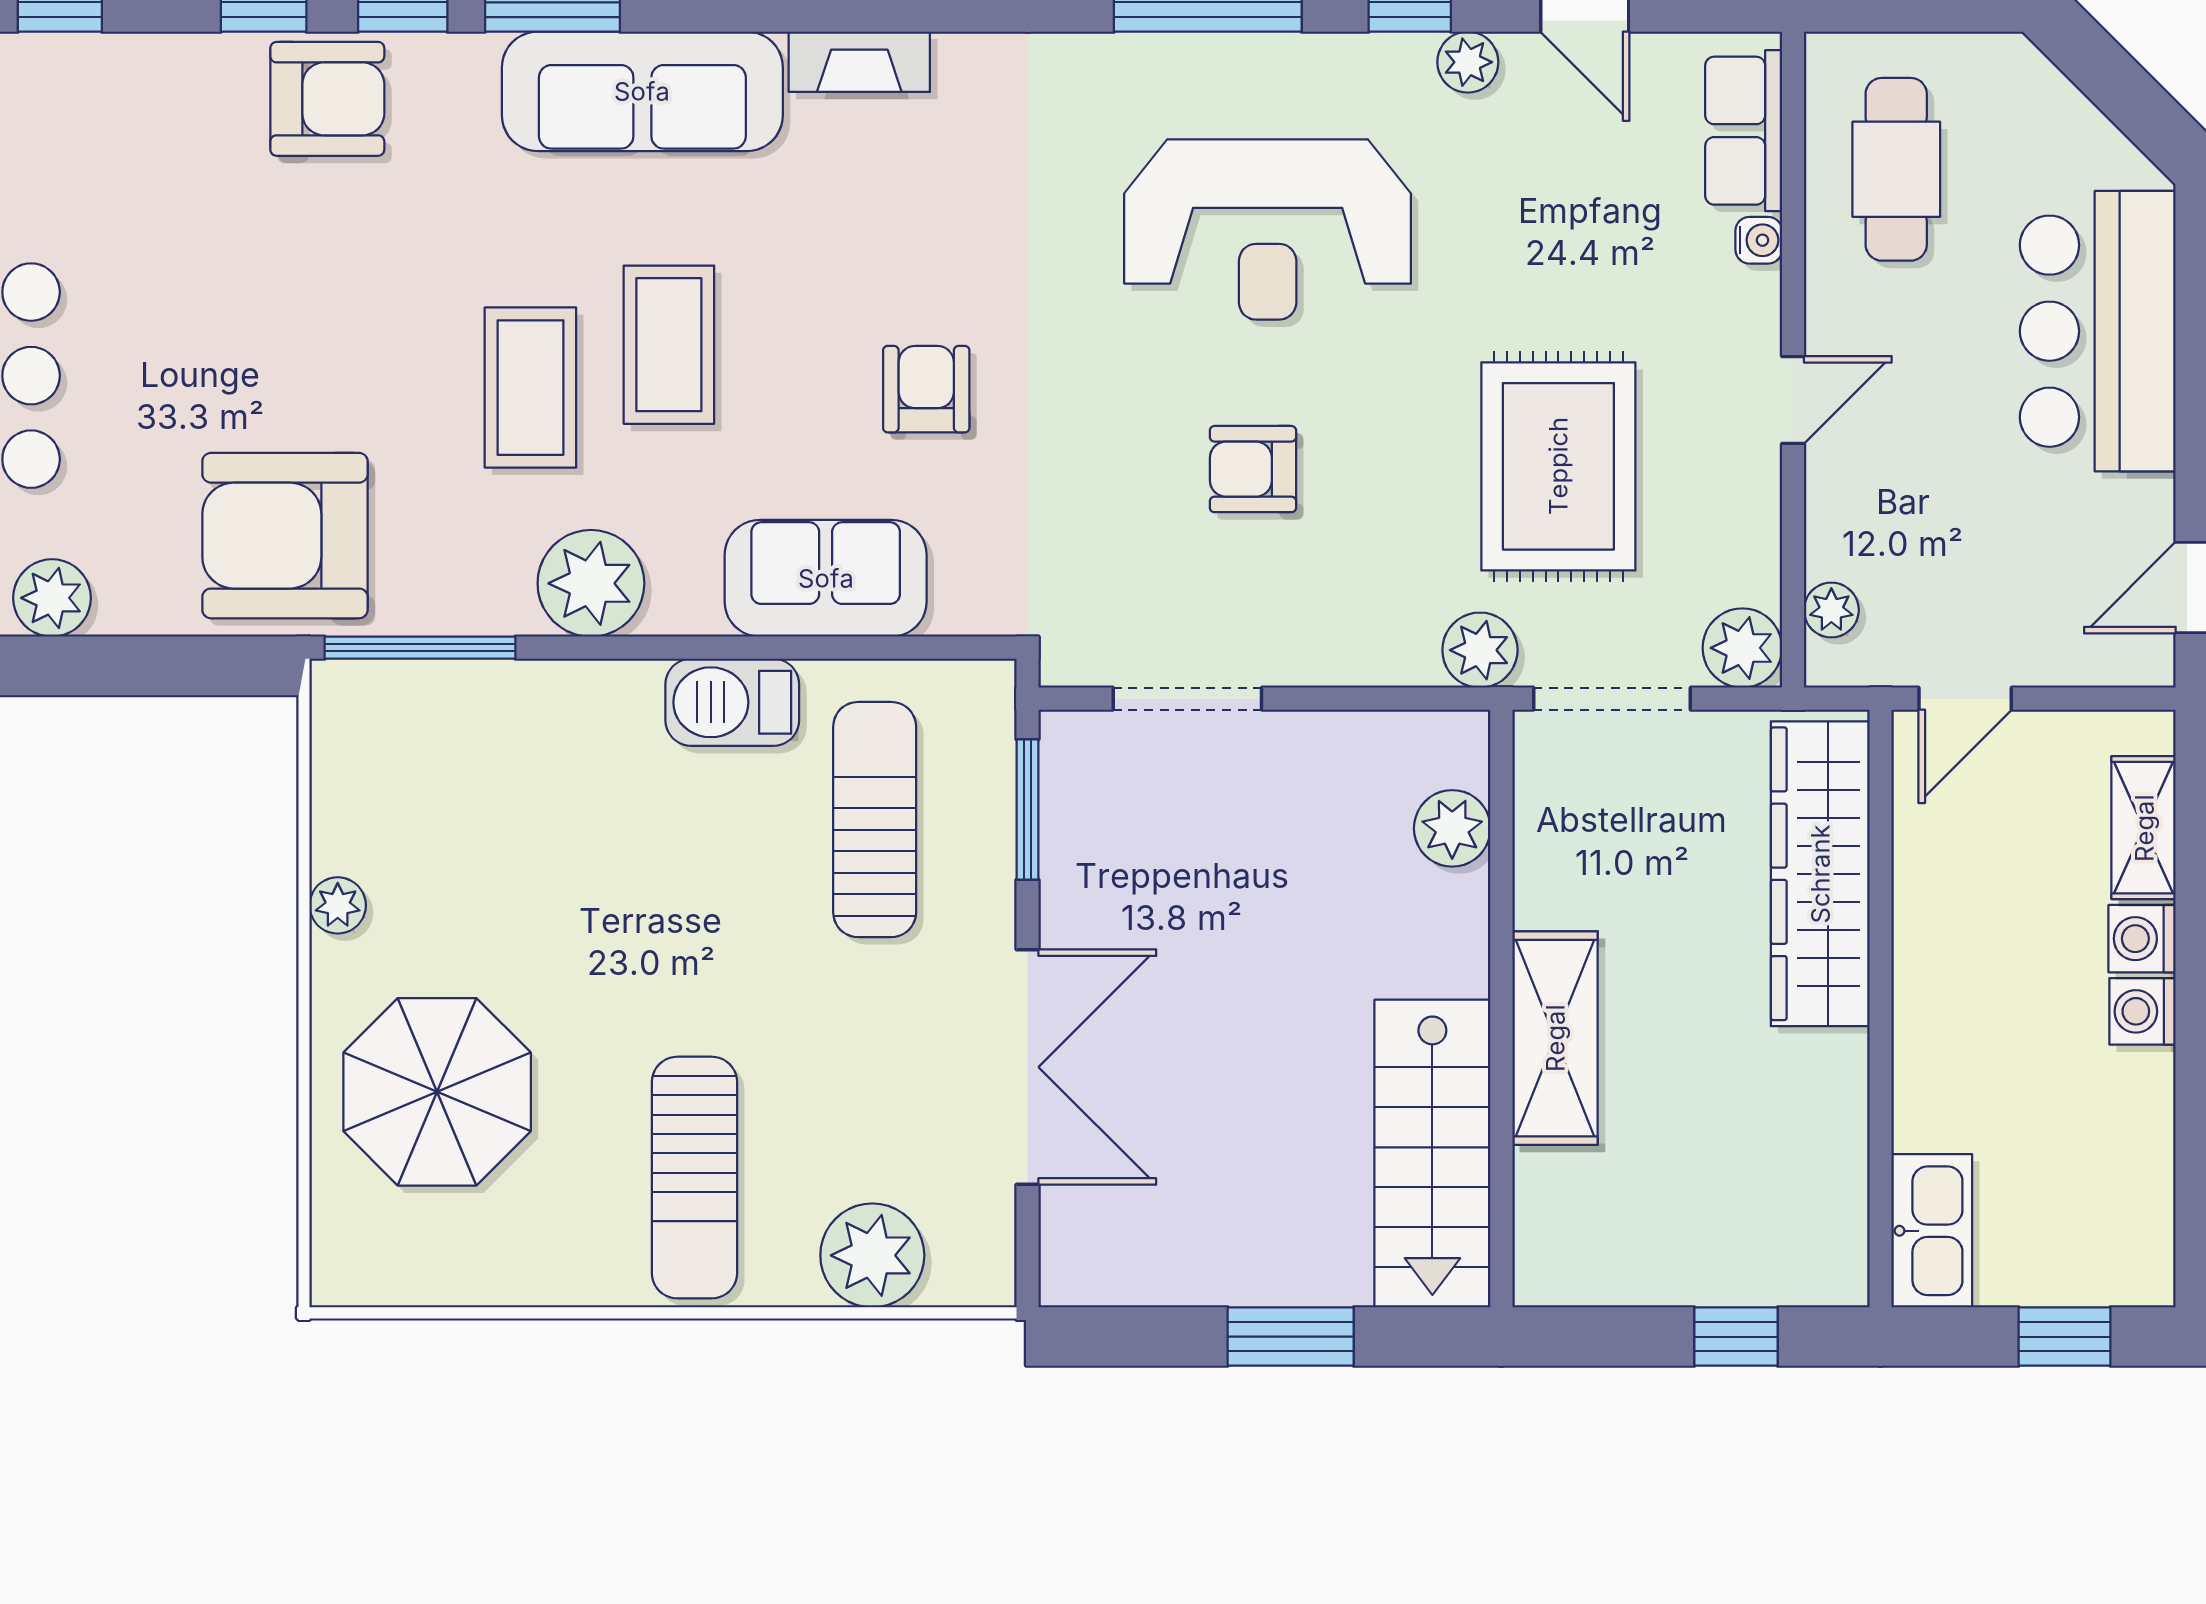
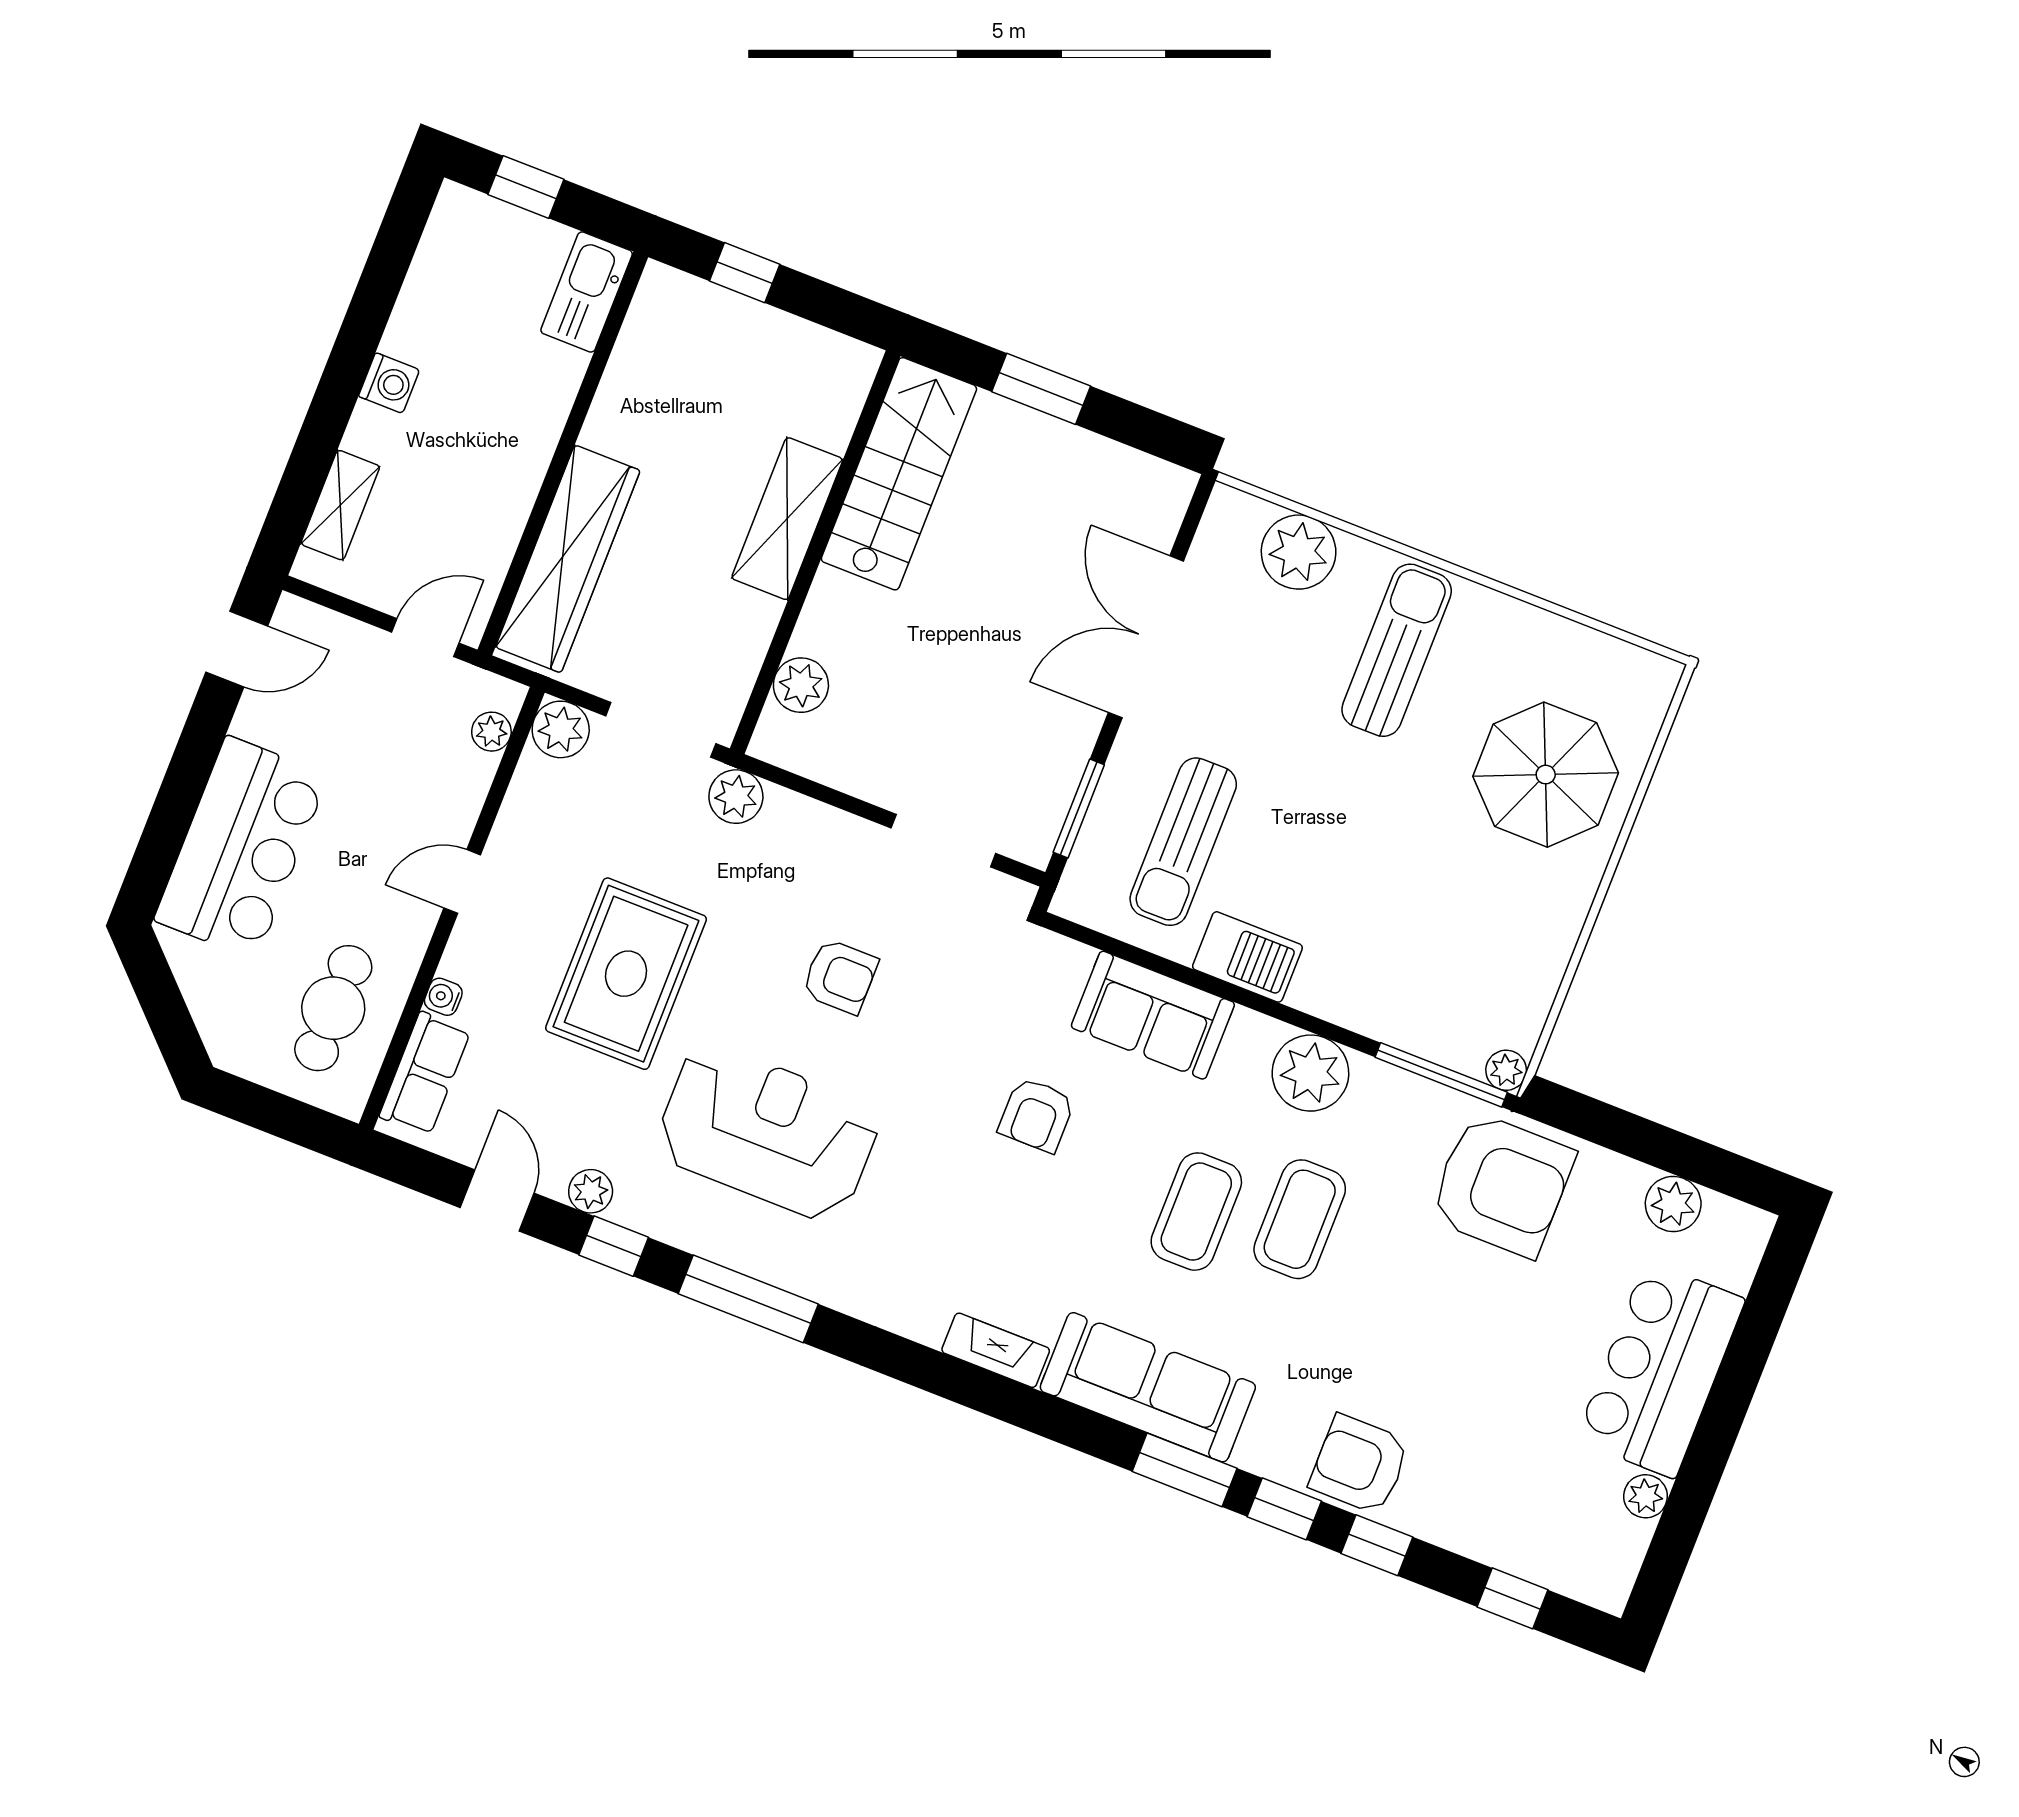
rug: (1558, 466) -> (626, 974), moved
plant: (338, 905) -> (1506, 1070), moved
washing machine: (2142, 939) -> (370, 432), removed

